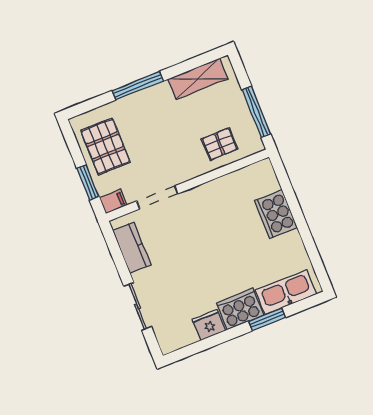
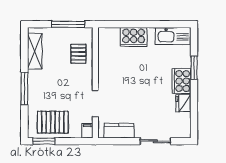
window: (88, 183) -> (44, 141), moved
kitchen sink: (286, 292) -> (173, 36), moved, turned -90

